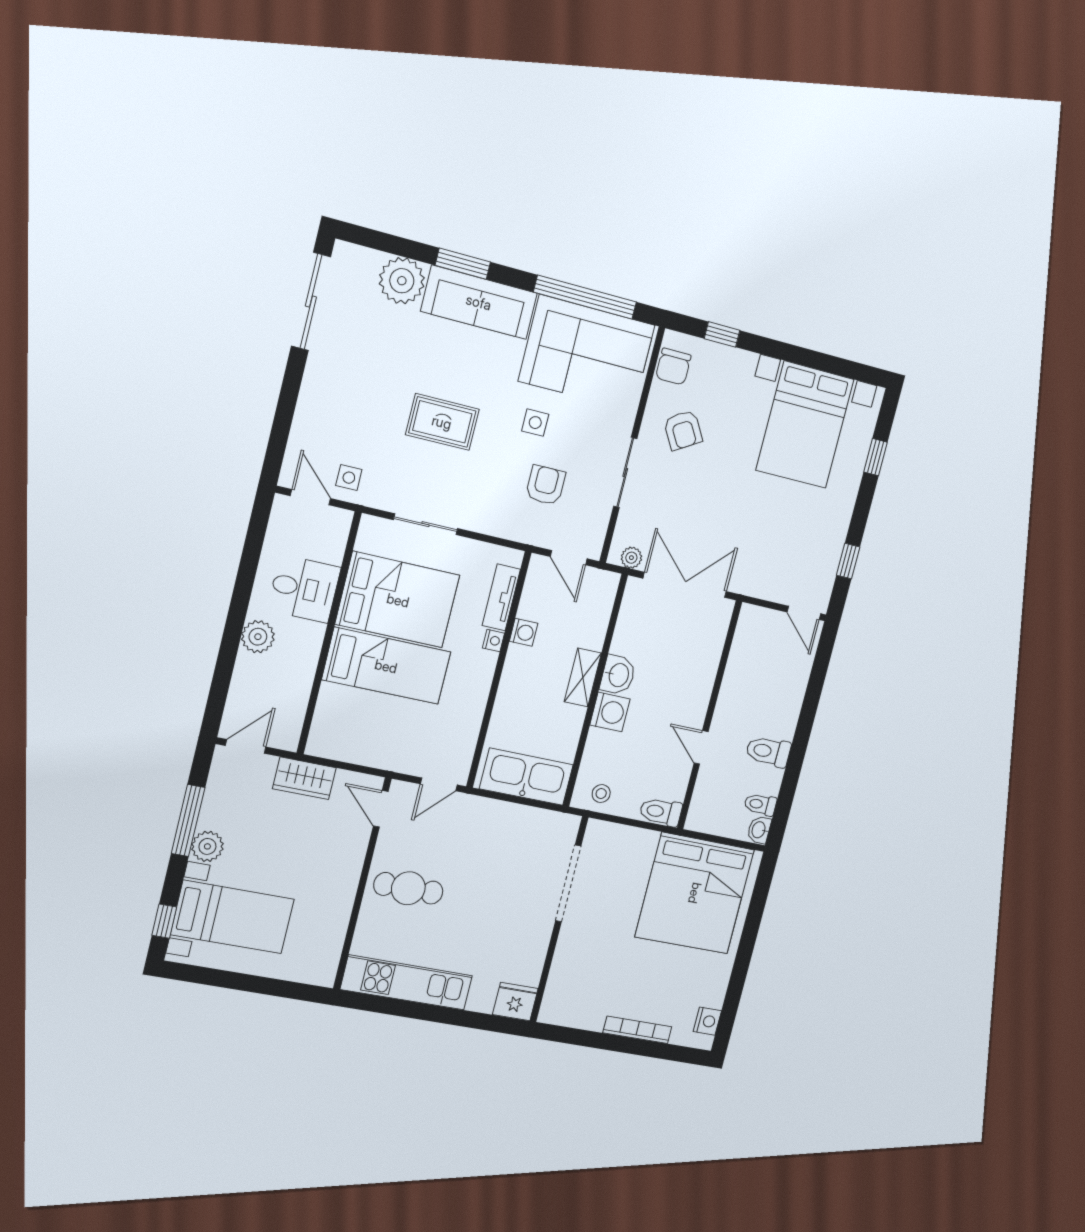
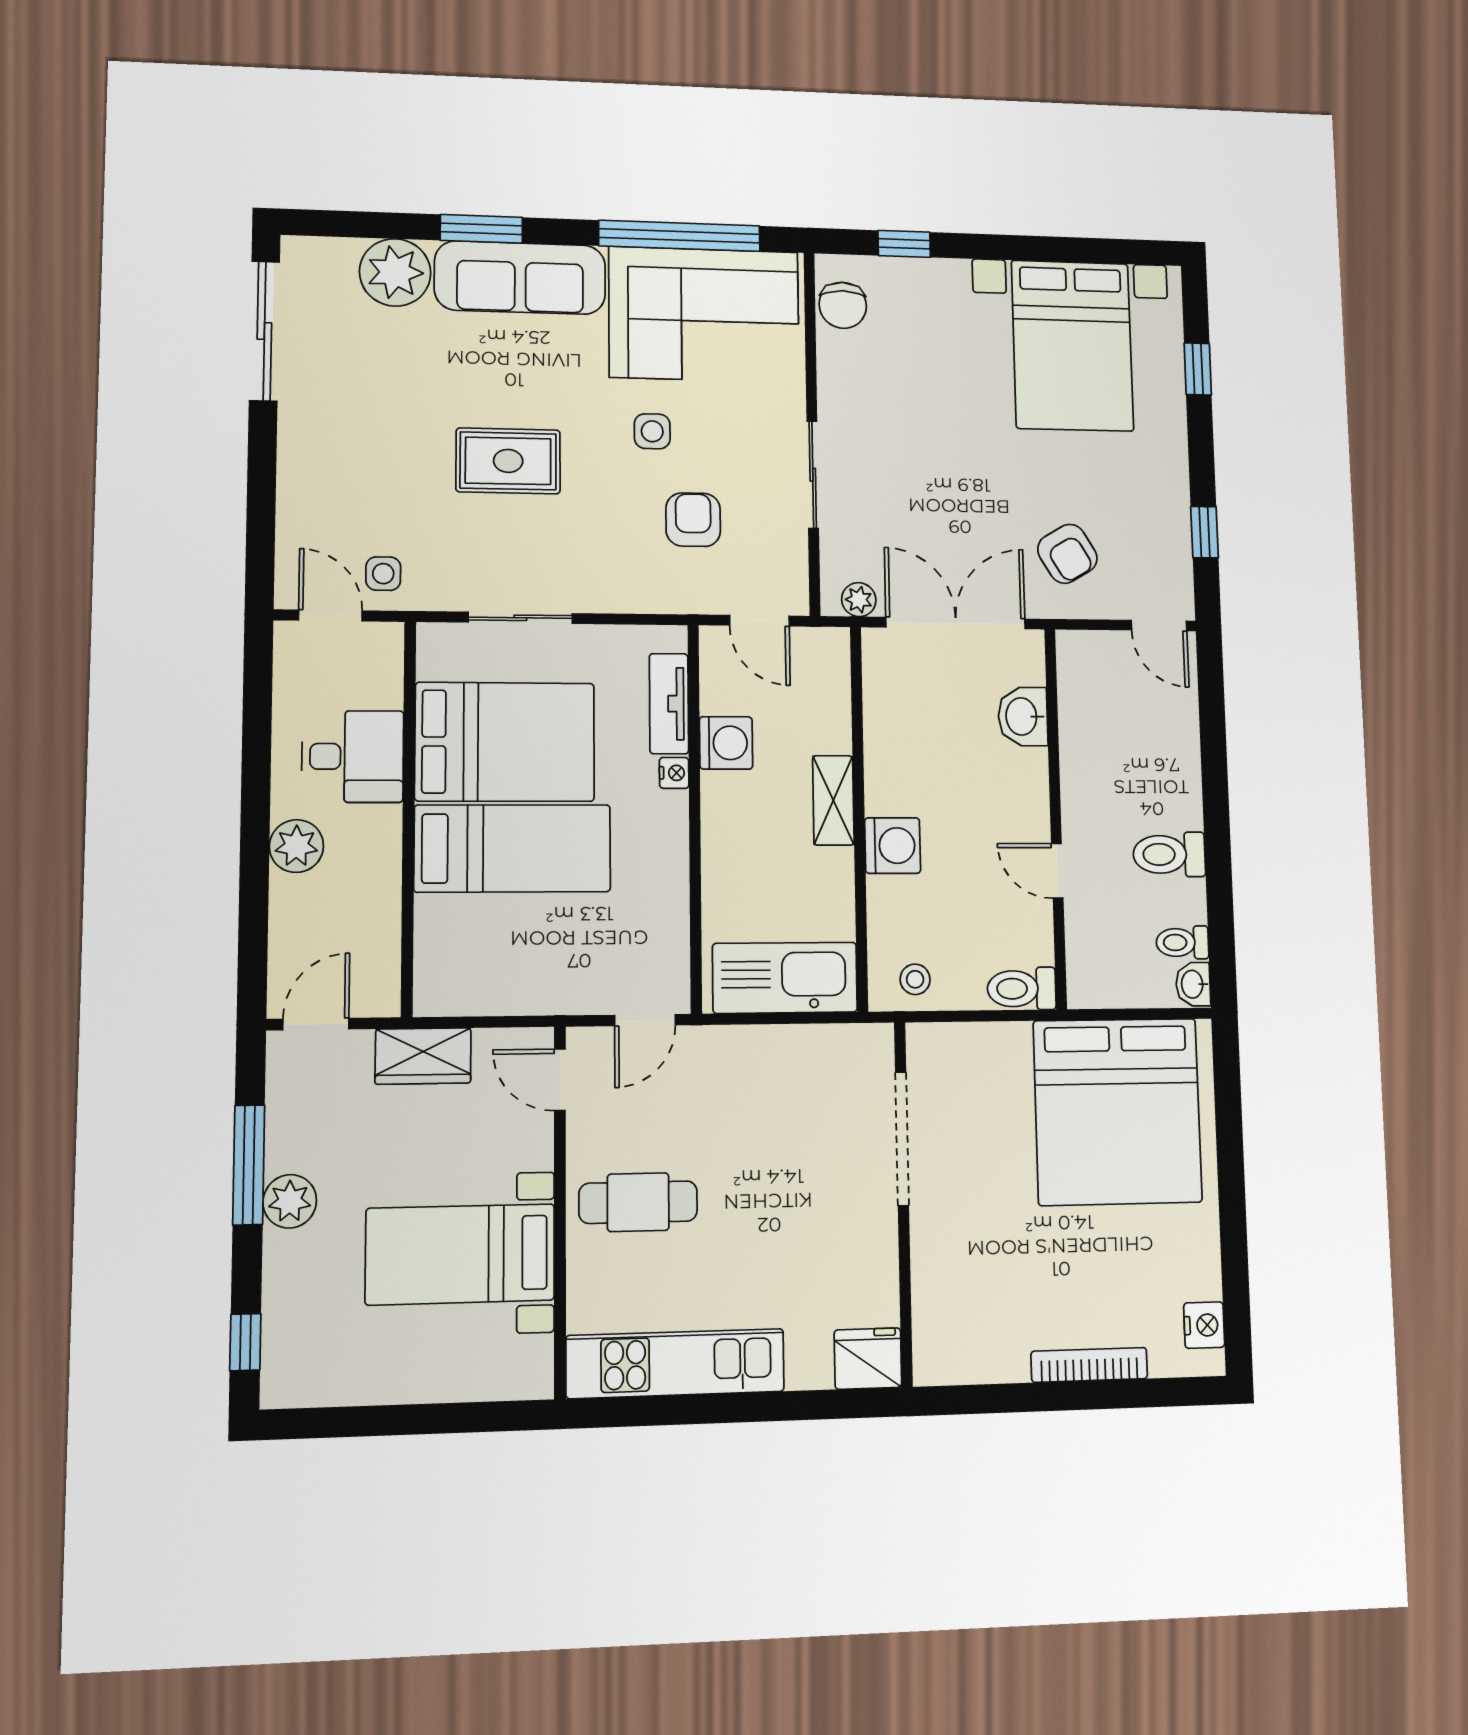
armchair: (683, 430) -> (1067, 554), moved
washing machine: (524, 632) -> (726, 743), width x1.38, depth x1.38
washbasin: (618, 675) -> (1023, 716), moved, turned 180
bed with nightstands: (233, 917) -> (460, 1254), moved, turned 180

